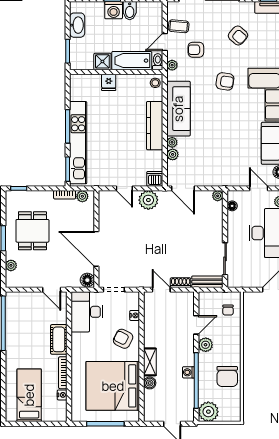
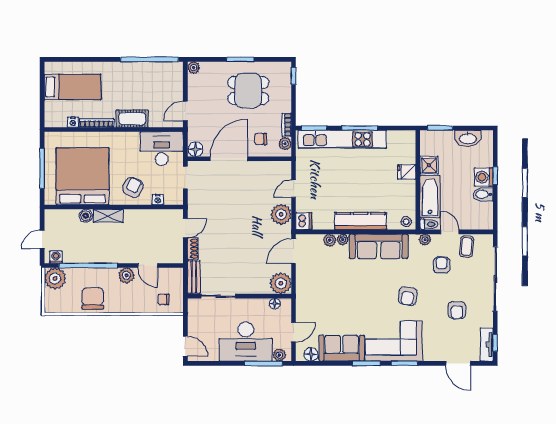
armchair: (238, 35) -> (457, 310), turned -41
plant: (218, 196) -> (281, 283), width x1.88, depth x1.88
chair: (78, 219) -> (261, 139), added
plant: (11, 265) -> (194, 68), moved
washing machine: (188, 372) -> (56, 257), moved
chair: (227, 376) -> (93, 298), turned 90

